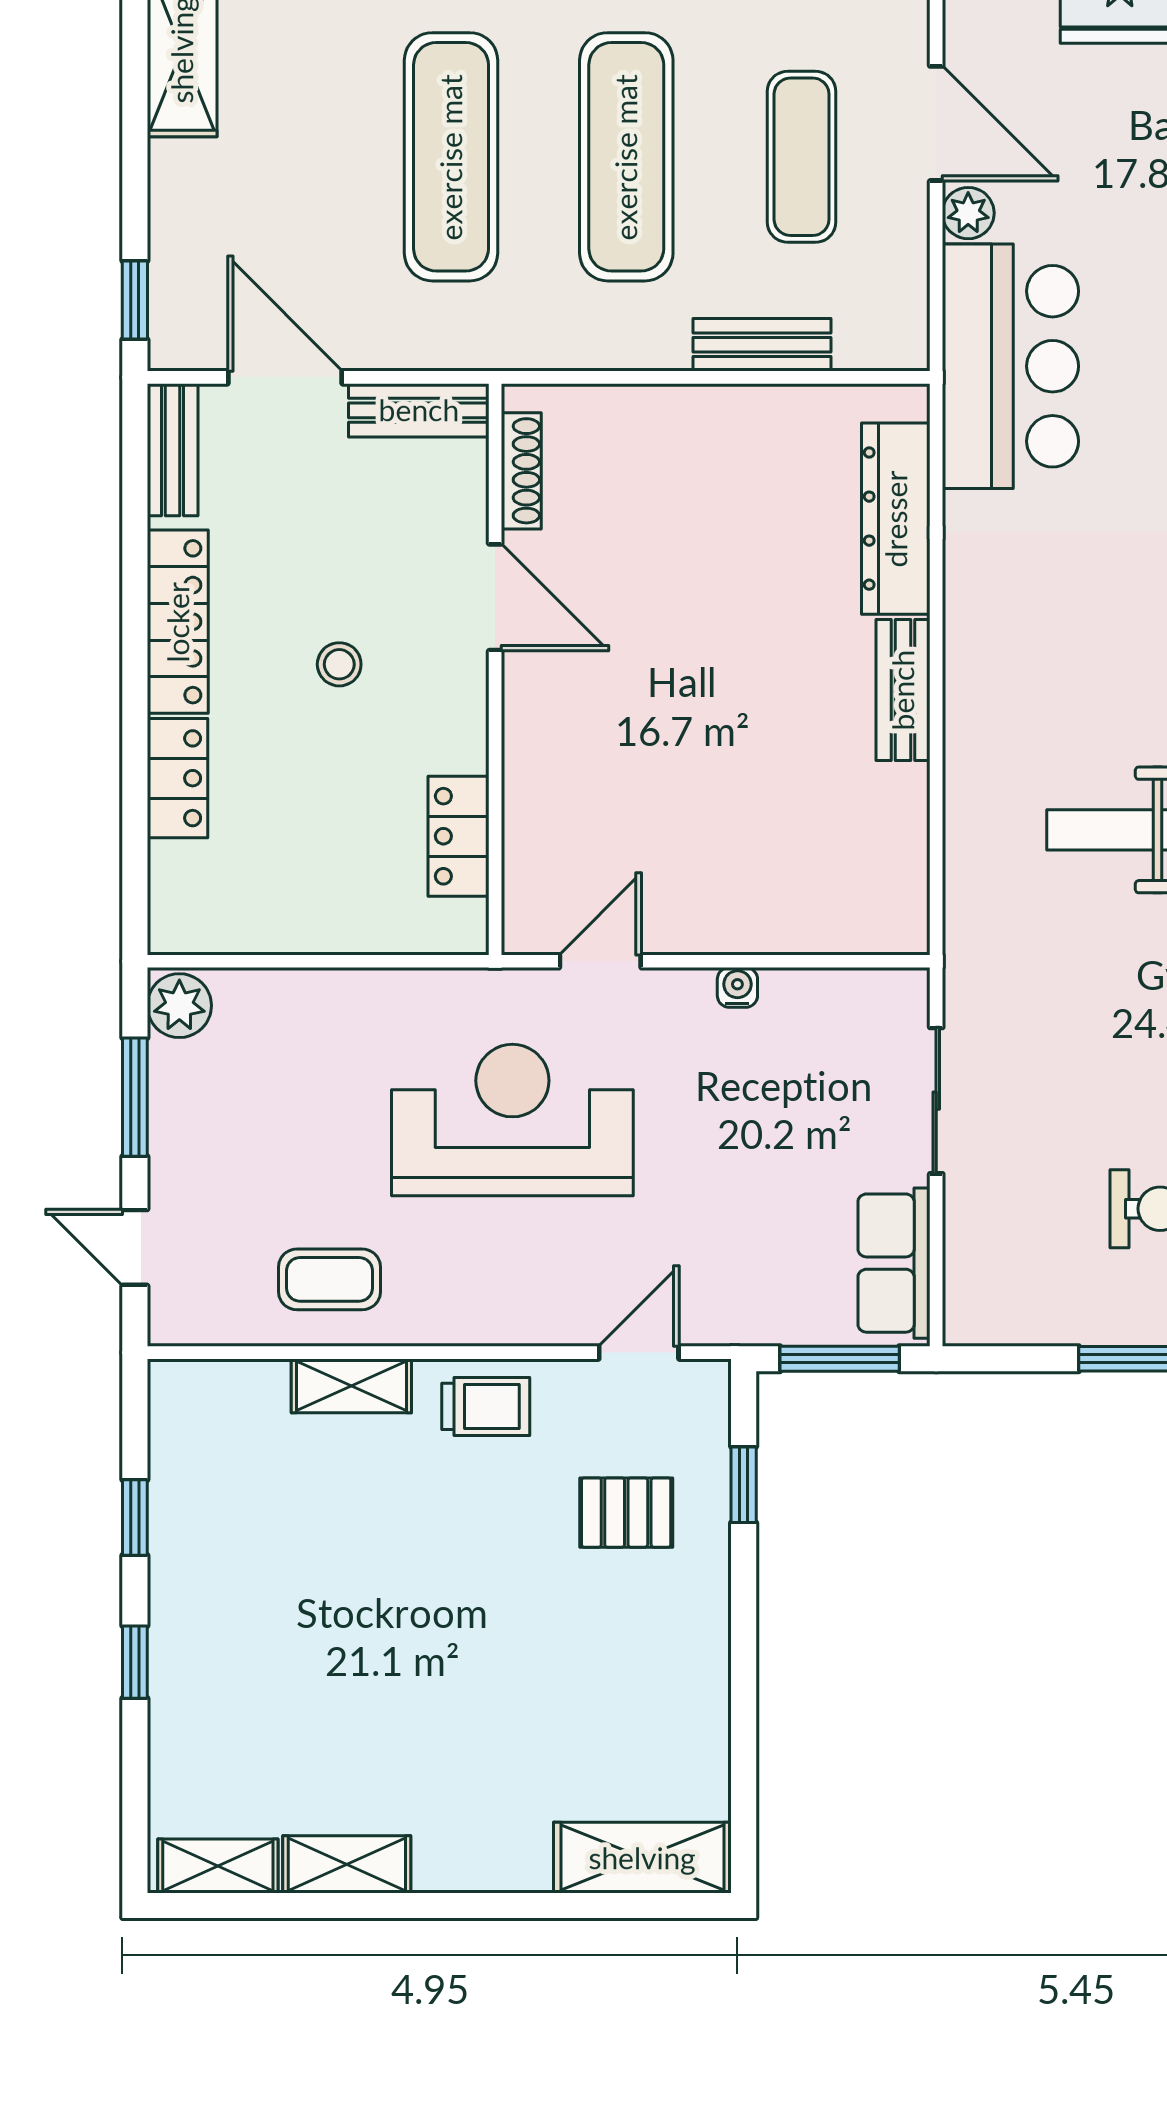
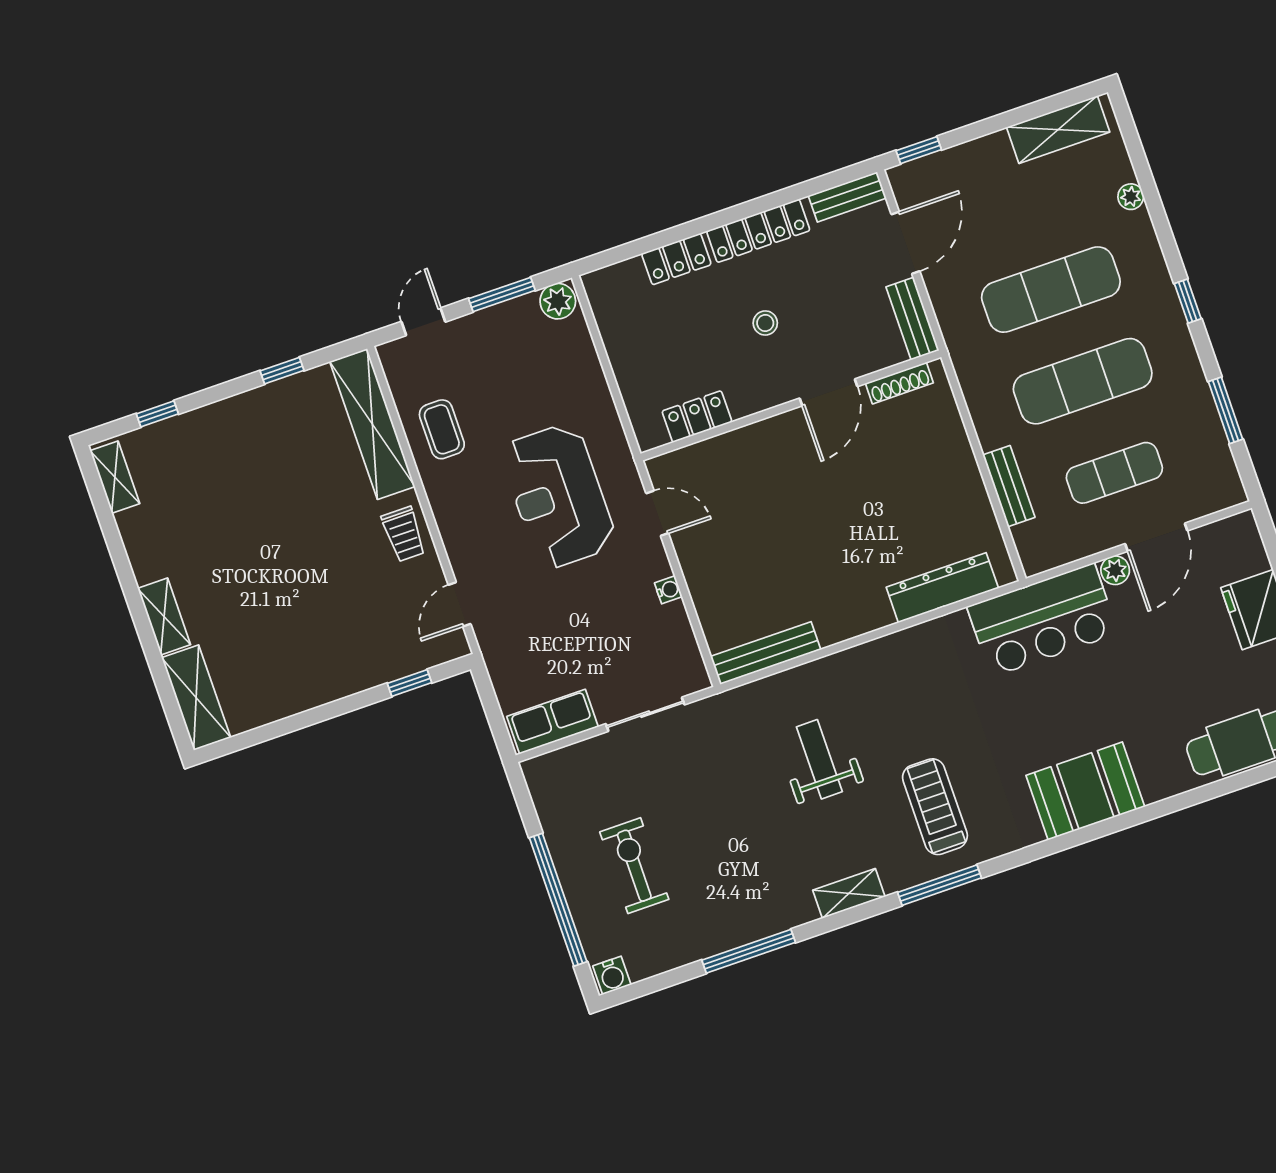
bench: (903, 690) -> (766, 653), moved, width x1.36
reception desk: (512, 1120) -> (558, 496), turned 180
door: (639, 1353) -> (460, 604), swing flipped
window: (840, 1359) -> (493, 710), removed
shelving: (351, 1386) -> (372, 424), width x2.20, depth x1.33
pallet: (626, 1513) -> (374, 627), removed
window: (135, 1662) -> (157, 414), moved
shelving: (347, 1864) -> (164, 616), moved

